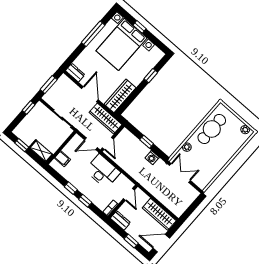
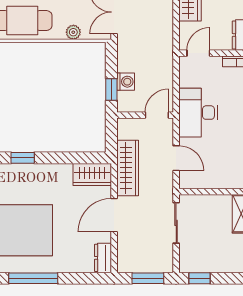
wardrobe: (120, 96) -> (92, 175), width x0.67
wall: (112, 138) -> (145, 115), moved
door: (108, 143) -> (157, 115), moved
washing machine: (152, 158) -> (126, 82), moved
filing cabinet: (62, 159) -> (227, 178), removed

